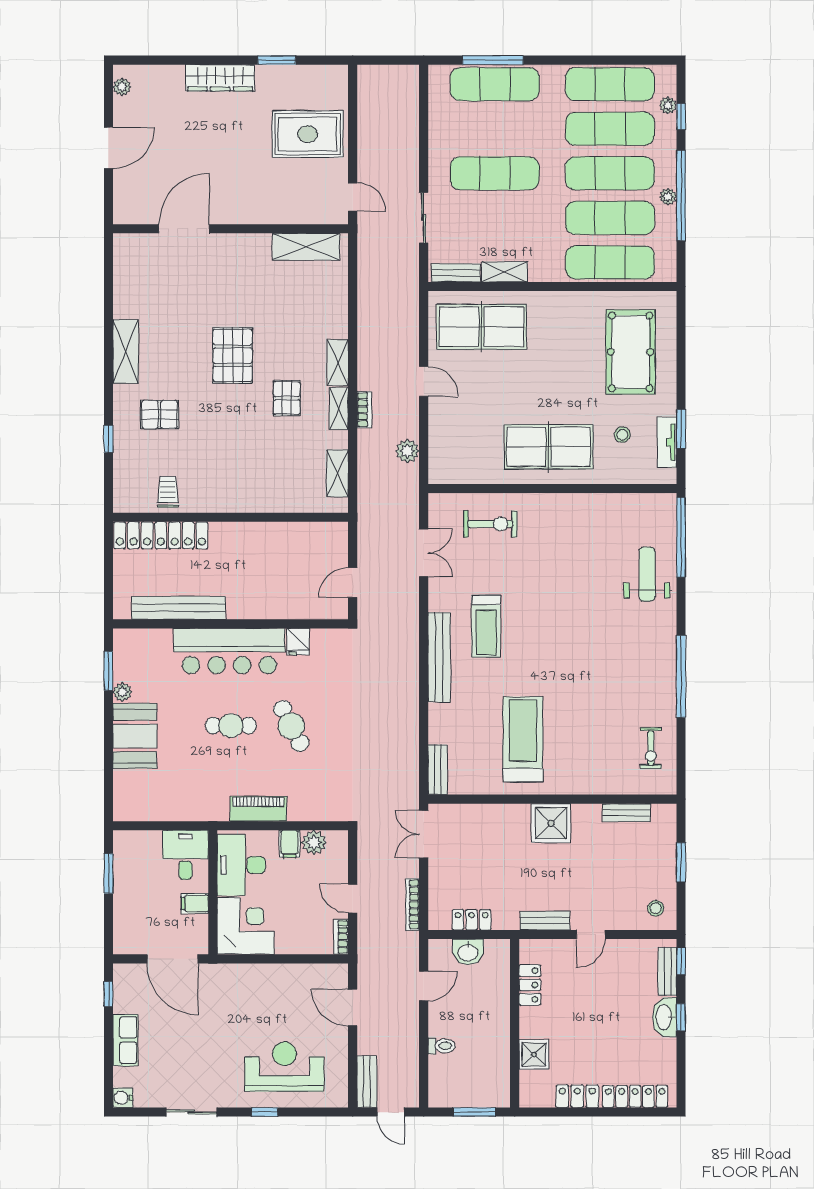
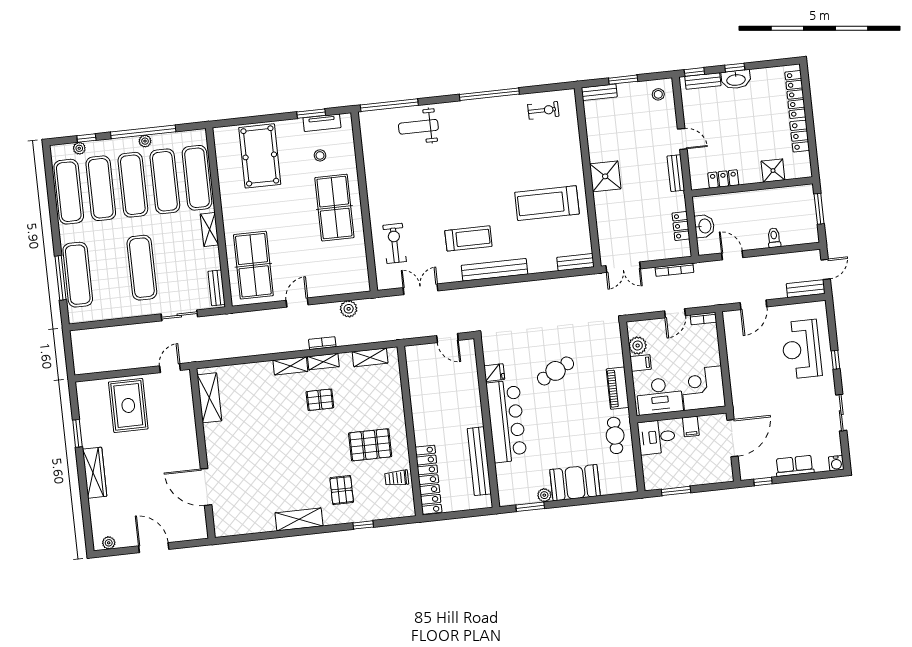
shelving: (505, 272) -> (209, 229), moved
pool table: (631, 352) -> (260, 156), turned 90
pallet: (233, 355) -> (370, 445), moved
cafe table: (231, 726) -> (615, 435), moved
bench: (626, 813) -> (599, 92), moved, turned 90

